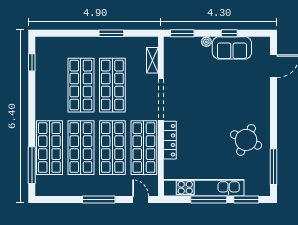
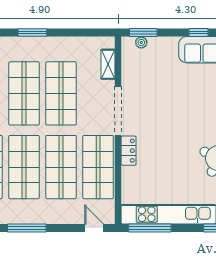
window: (111, 33) -> (32, 33), moved
plant: (206, 42) -> (141, 42), moved
locker: (170, 140) -> (129, 151), width x0.66
window: (99, 199) -> (27, 228), moved
window: (209, 199) -> (150, 228), moved

